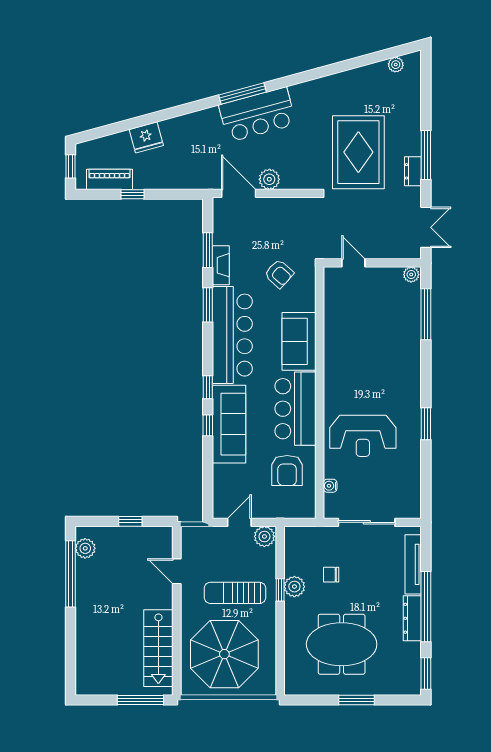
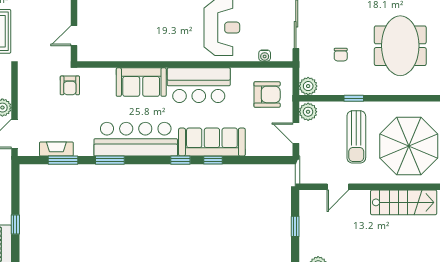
fireplace: (221, 265) -> (56, 149), moved
armchair: (279, 274) -> (70, 85), moved, turned 138
armchair: (287, 471) -> (267, 94), moved
plant: (294, 587) -> (308, 86), moved

